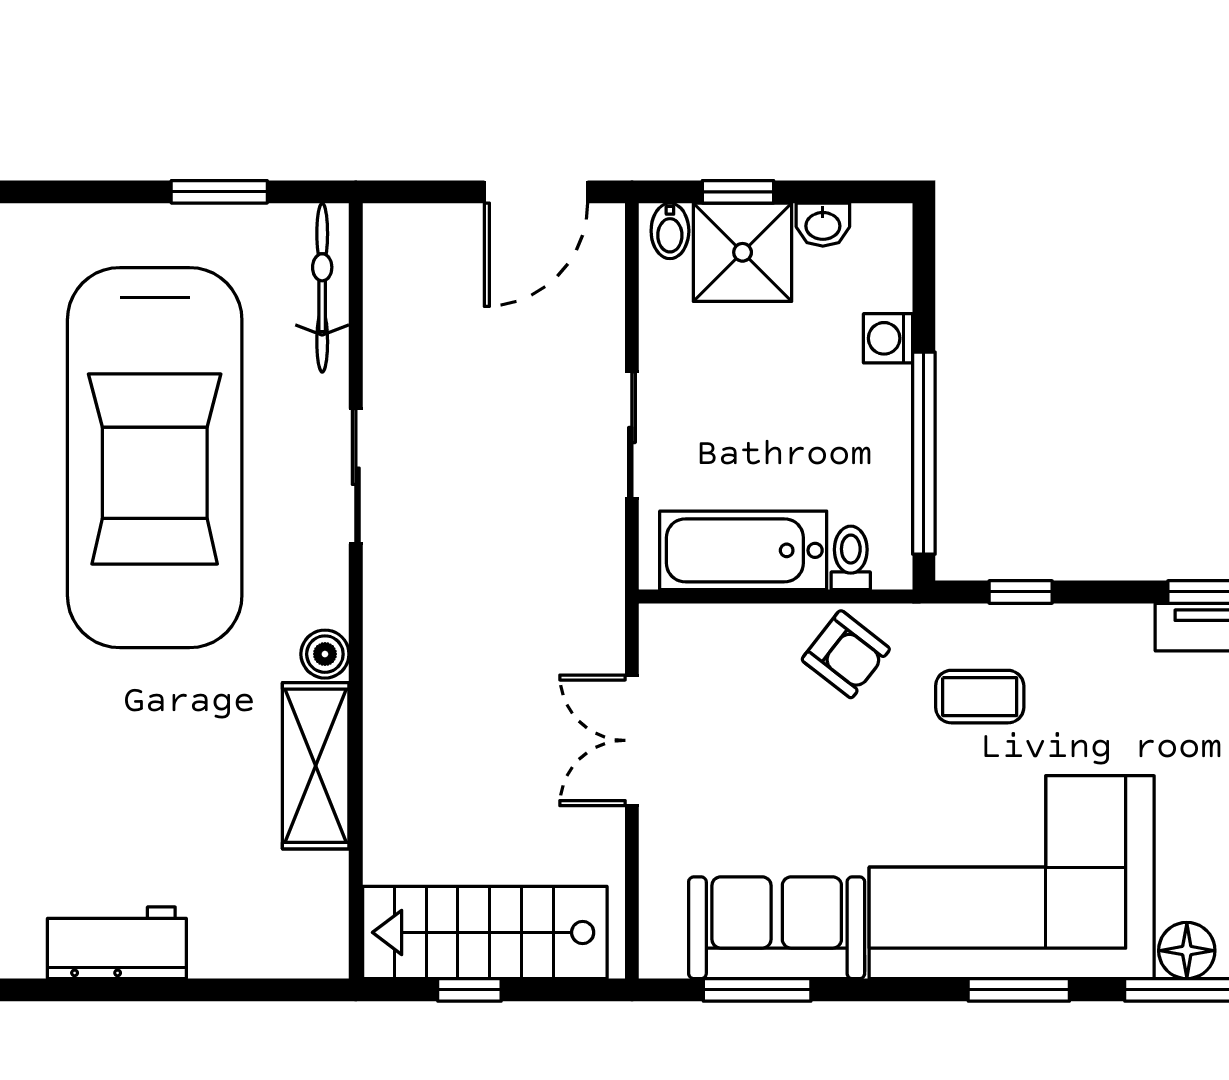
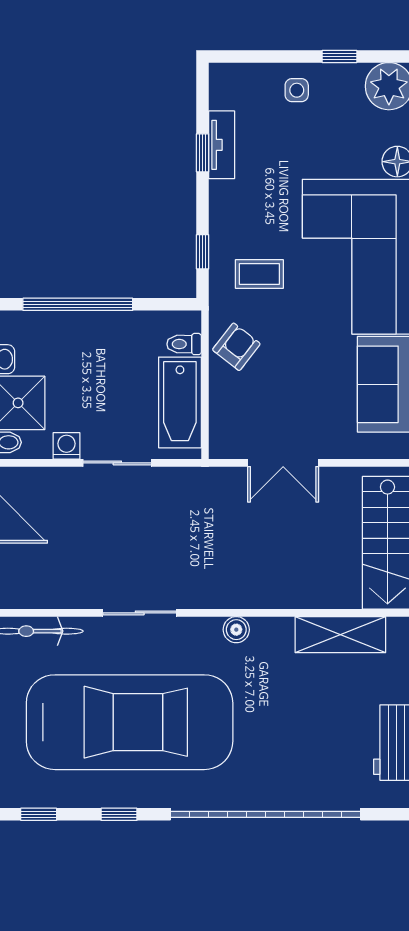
washing machine: (888, 338) -> (67, 446), moved, turned 180
window: (924, 453) -> (78, 304), moved
coffee table: (980, 697) -> (259, 274), turned 90
shelving: (316, 766) -> (340, 635), moved

